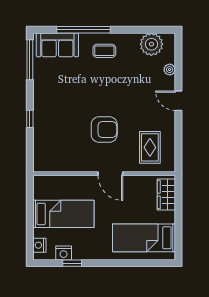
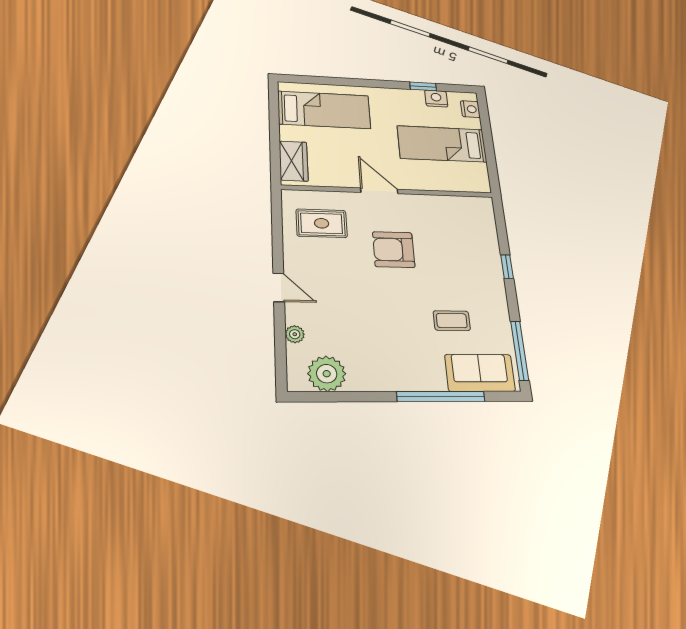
coffee table: (104, 51) -> (452, 321), moved
rug: (150, 147) -> (322, 223), turned 90

